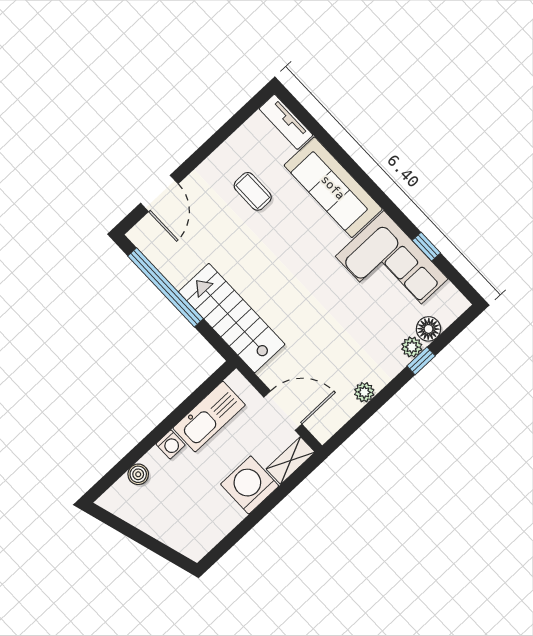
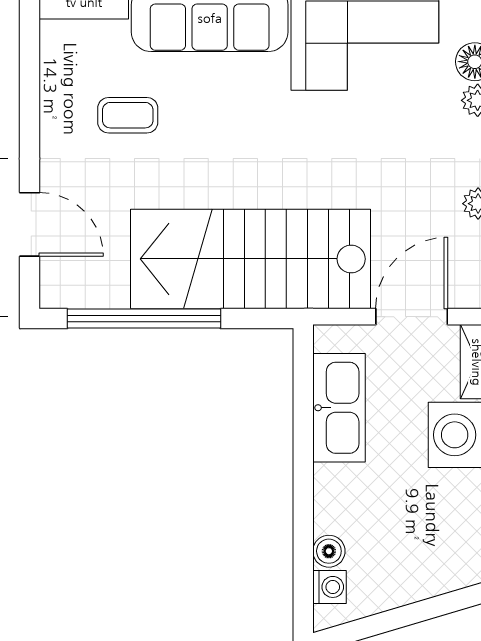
stairs: (232, 318) -> (250, 259), width x1.36, depth x1.51
washing machine: (171, 444) -> (329, 587), moved

